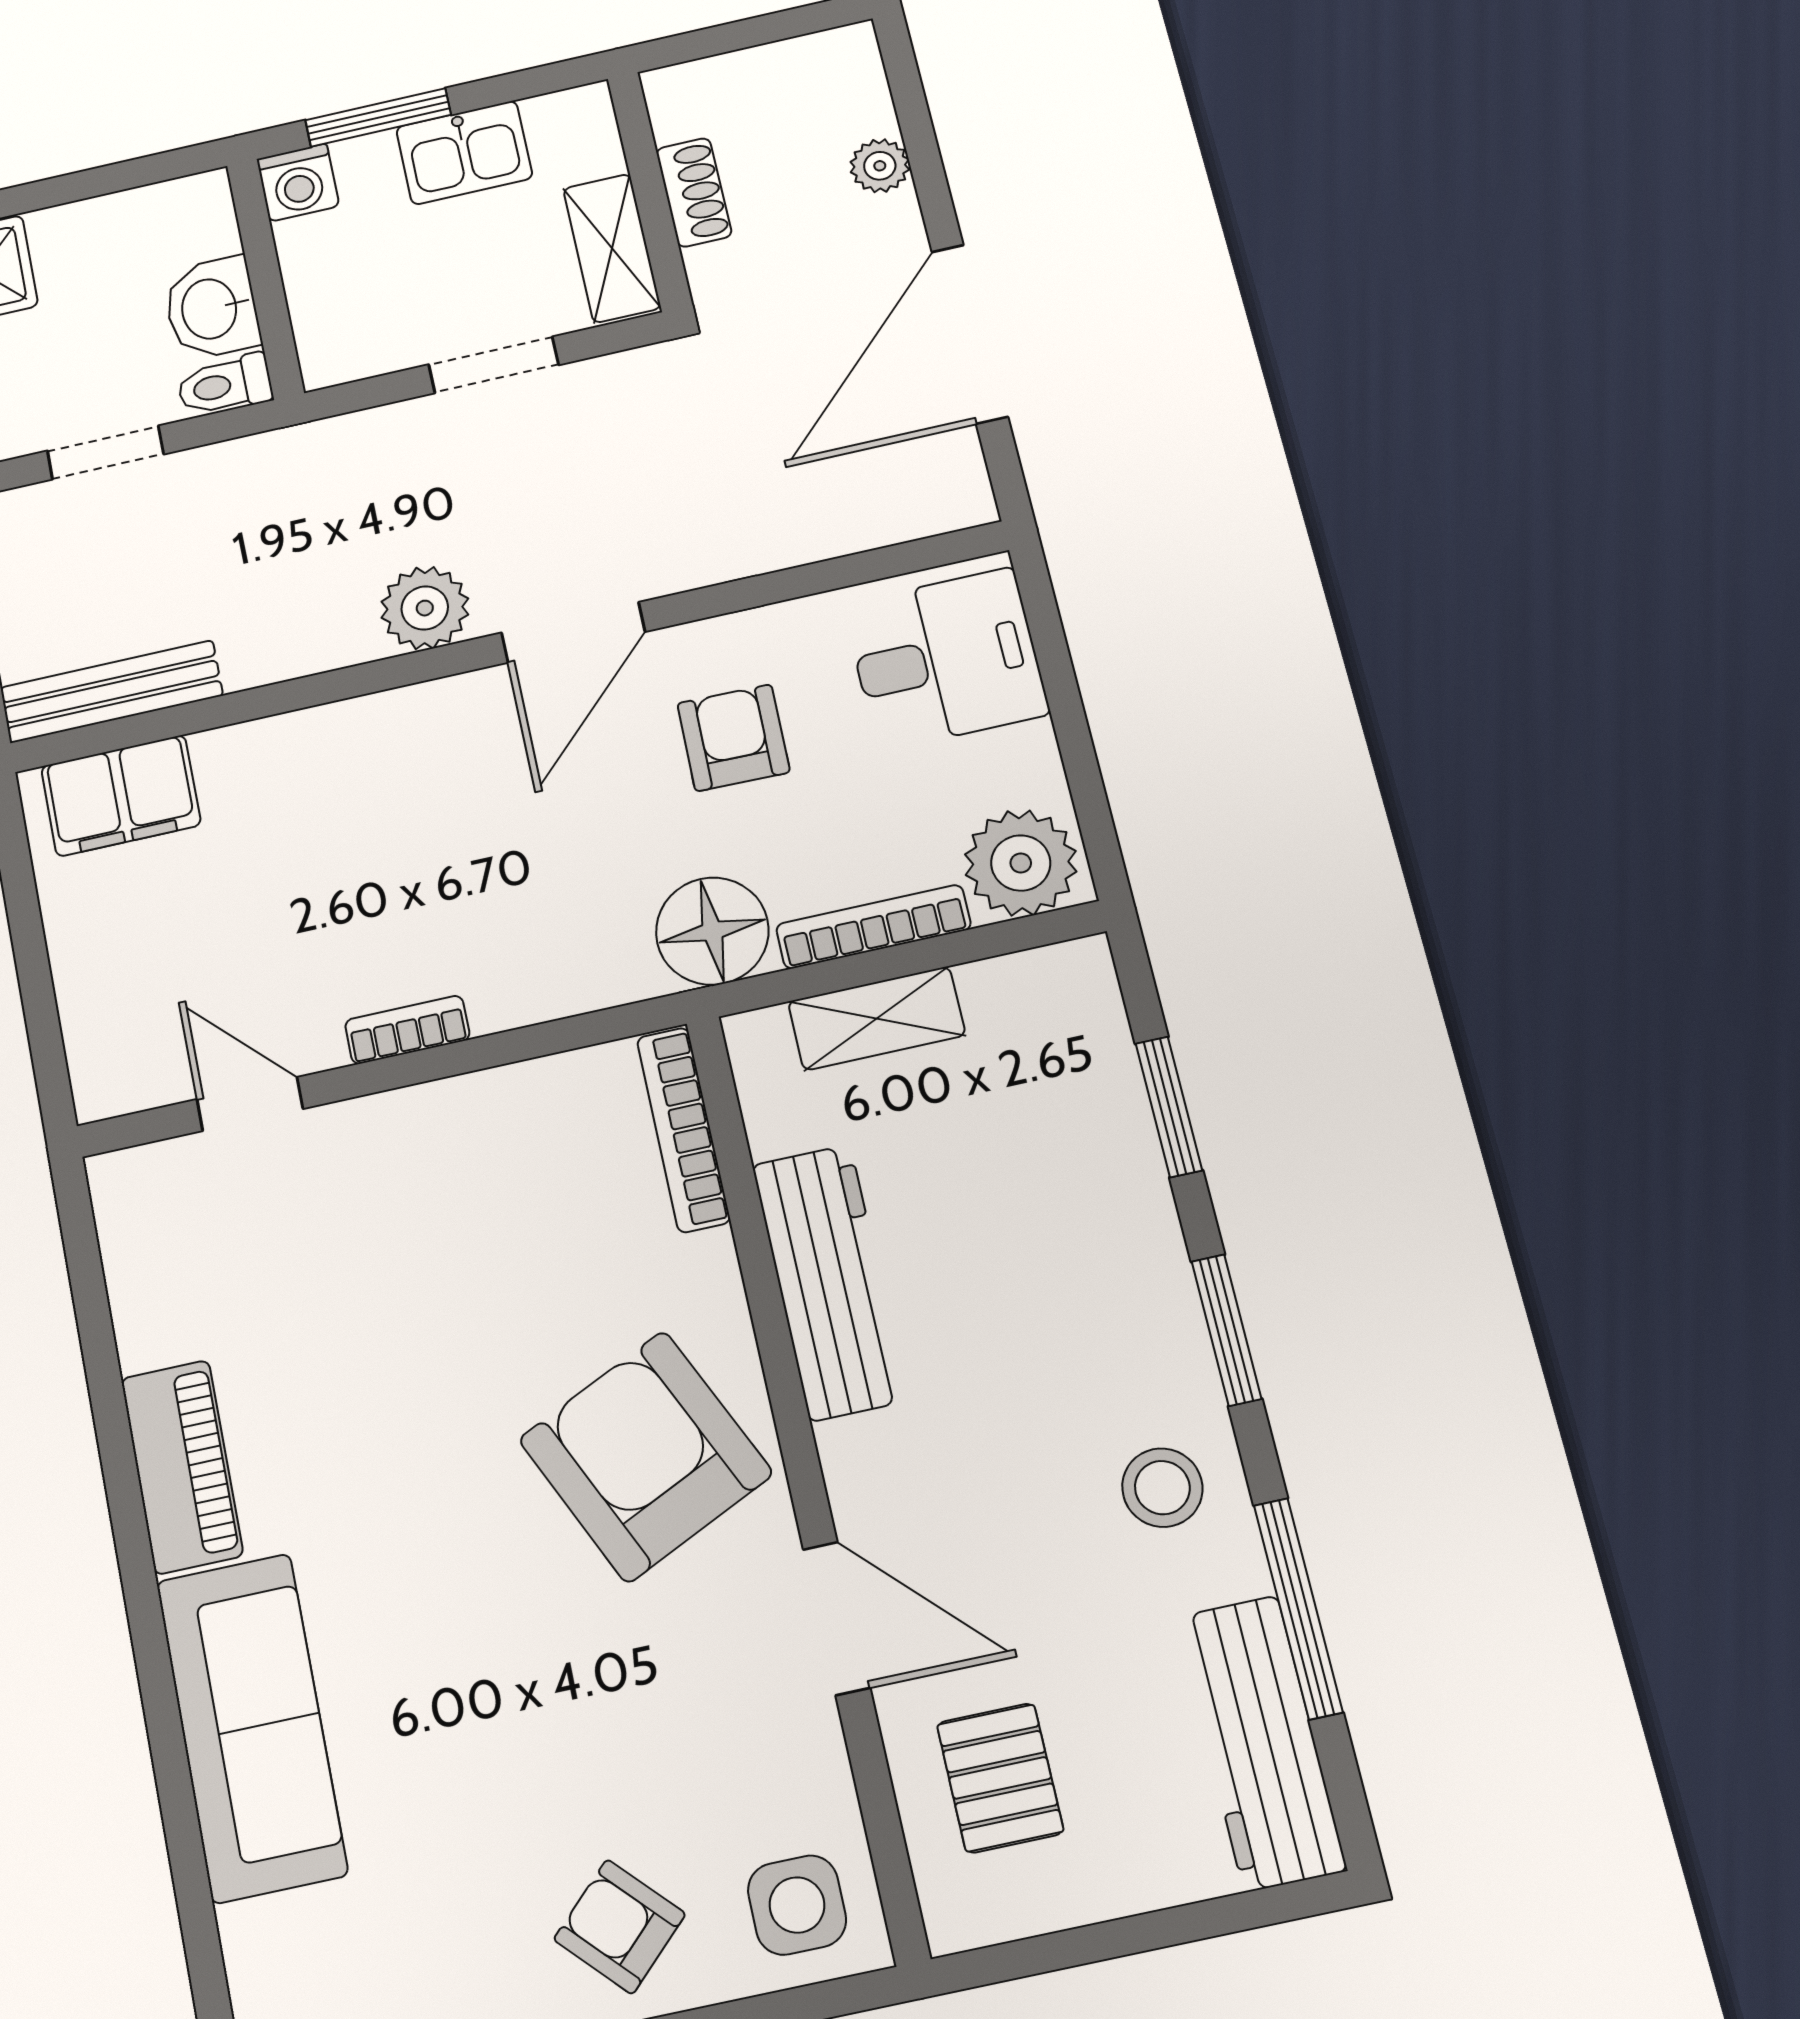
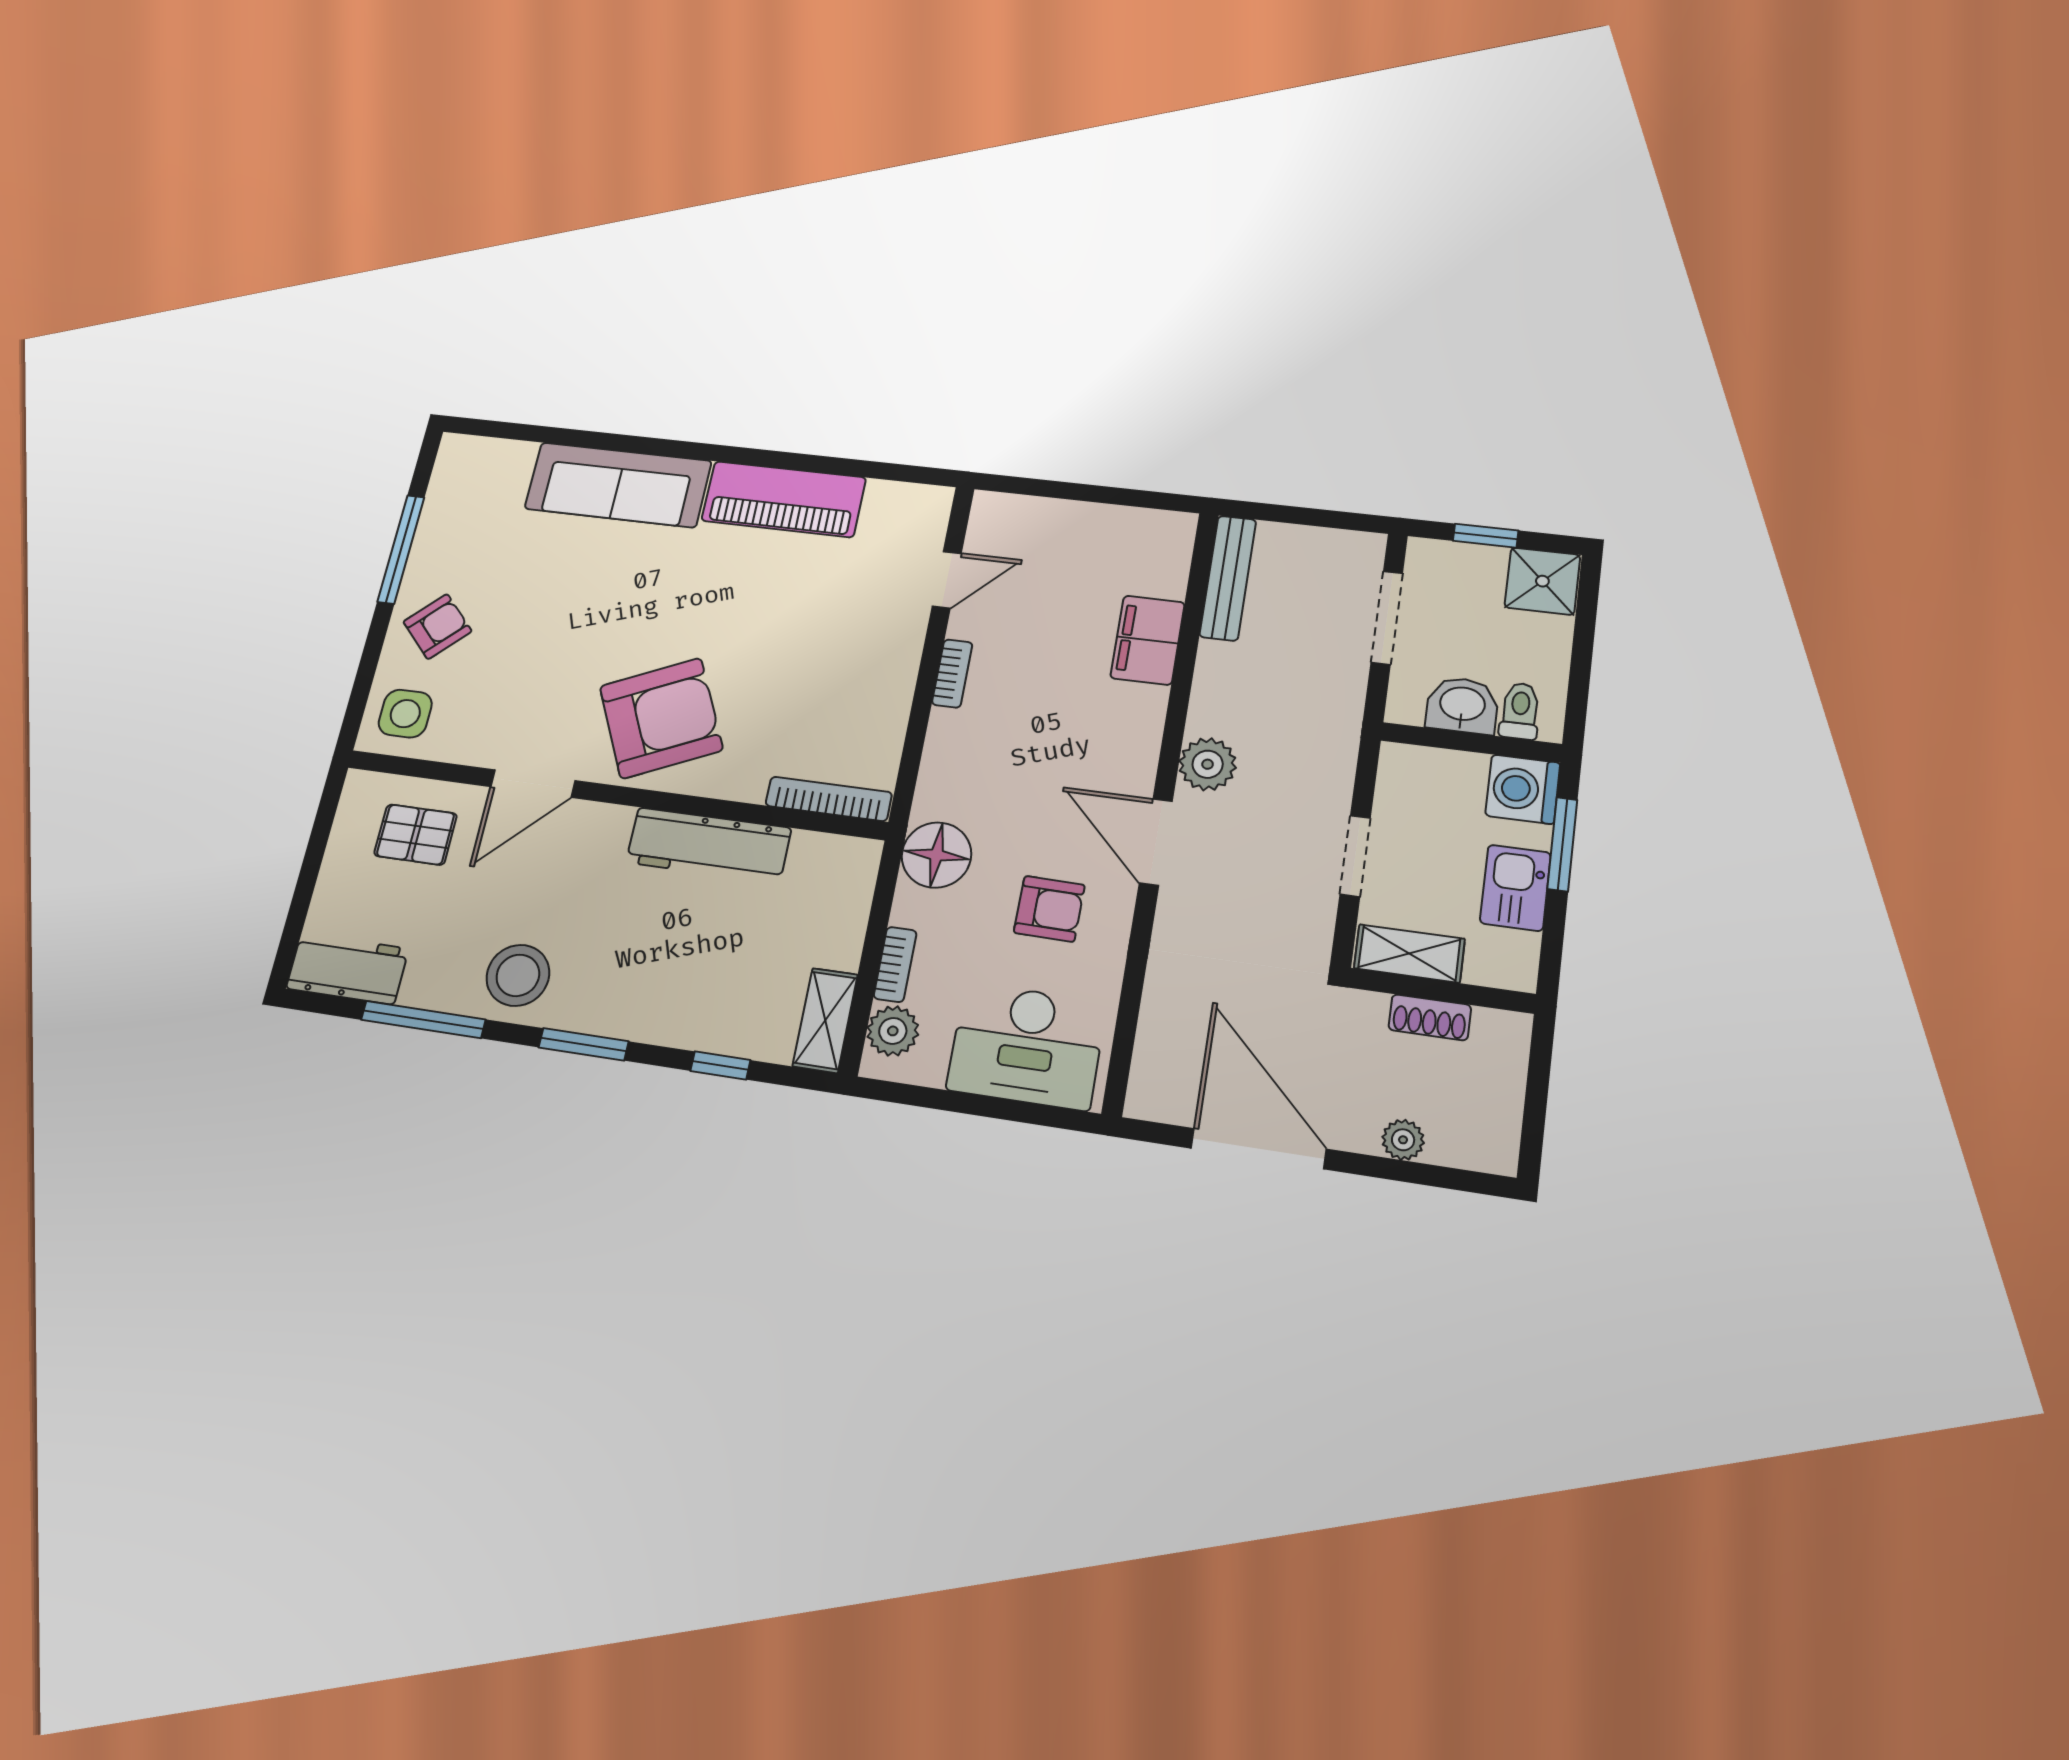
washing machine: (298, 183) -> (1523, 789), width x1.38, depth x1.38
toilet: (225, 385) -> (1520, 711), moved
doorway: (105, 453) -> (1387, 618), width x1.38
desk: (946, 659) -> (1027, 1046), width x1.37
filing cabinet: (121, 796) -> (1148, 640), moved
plant: (1021, 863) -> (893, 1031), width x0.73, depth x0.73
bookcase: (873, 927) -> (895, 964), width x0.64
shelving: (877, 1018) -> (825, 1020), moved
window: (1169, 1107) -> (720, 1065), width x0.67
piano: (182, 1467) -> (784, 499), width x1.37, depth x1.33
stool: (1162, 1488) -> (518, 975), width x1.38, depth x1.38
workbench: (1261, 1743) -> (347, 969), width x0.73

